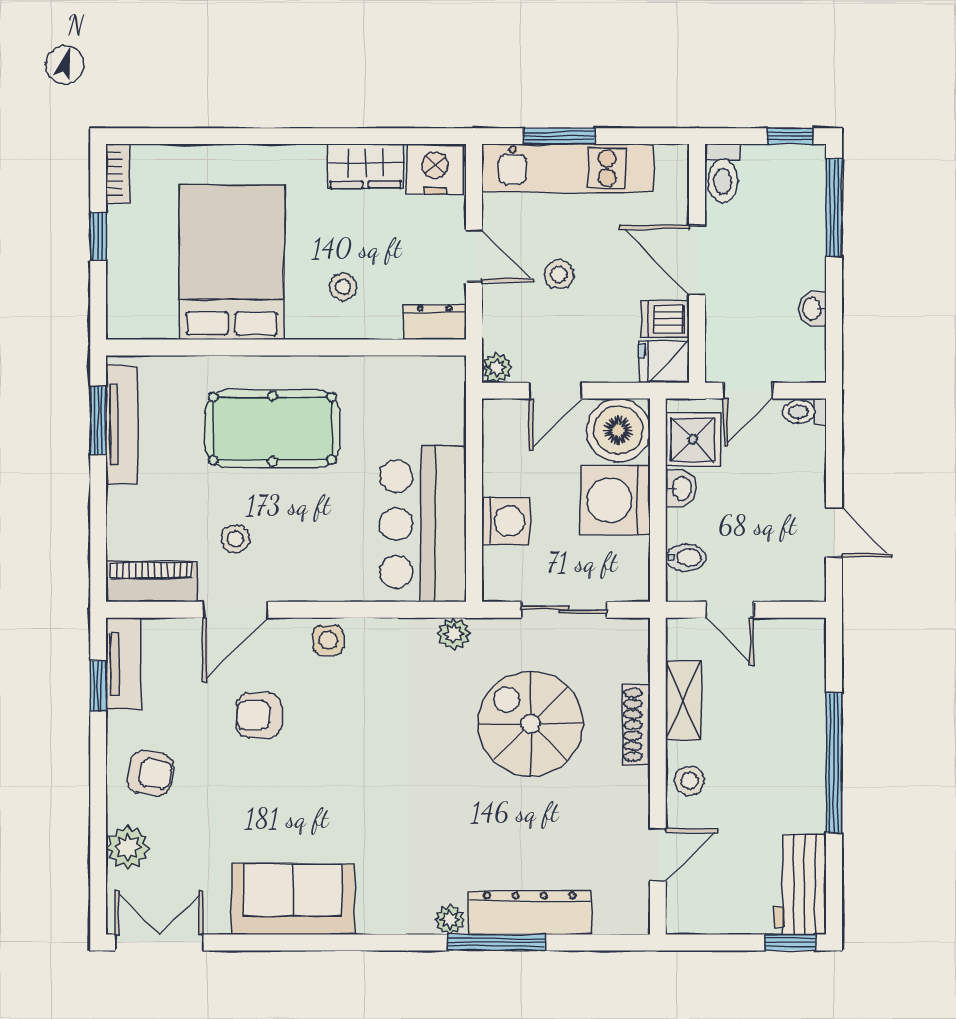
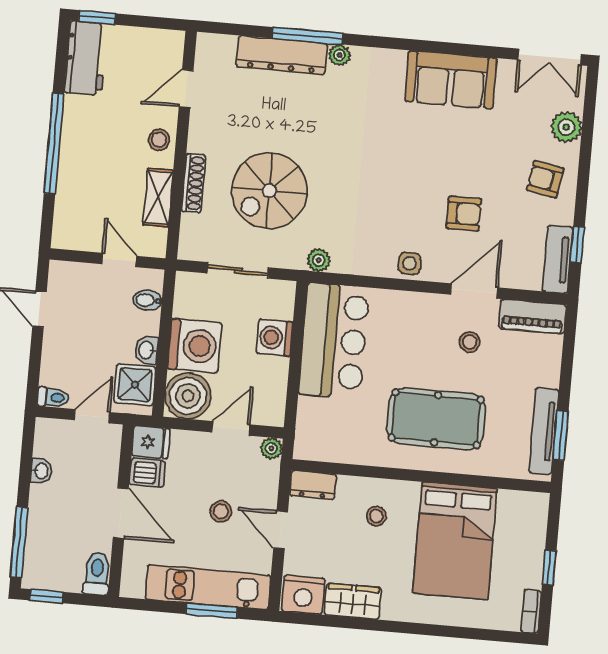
spiral stairs: (531, 724) -> (269, 191), turned 90

